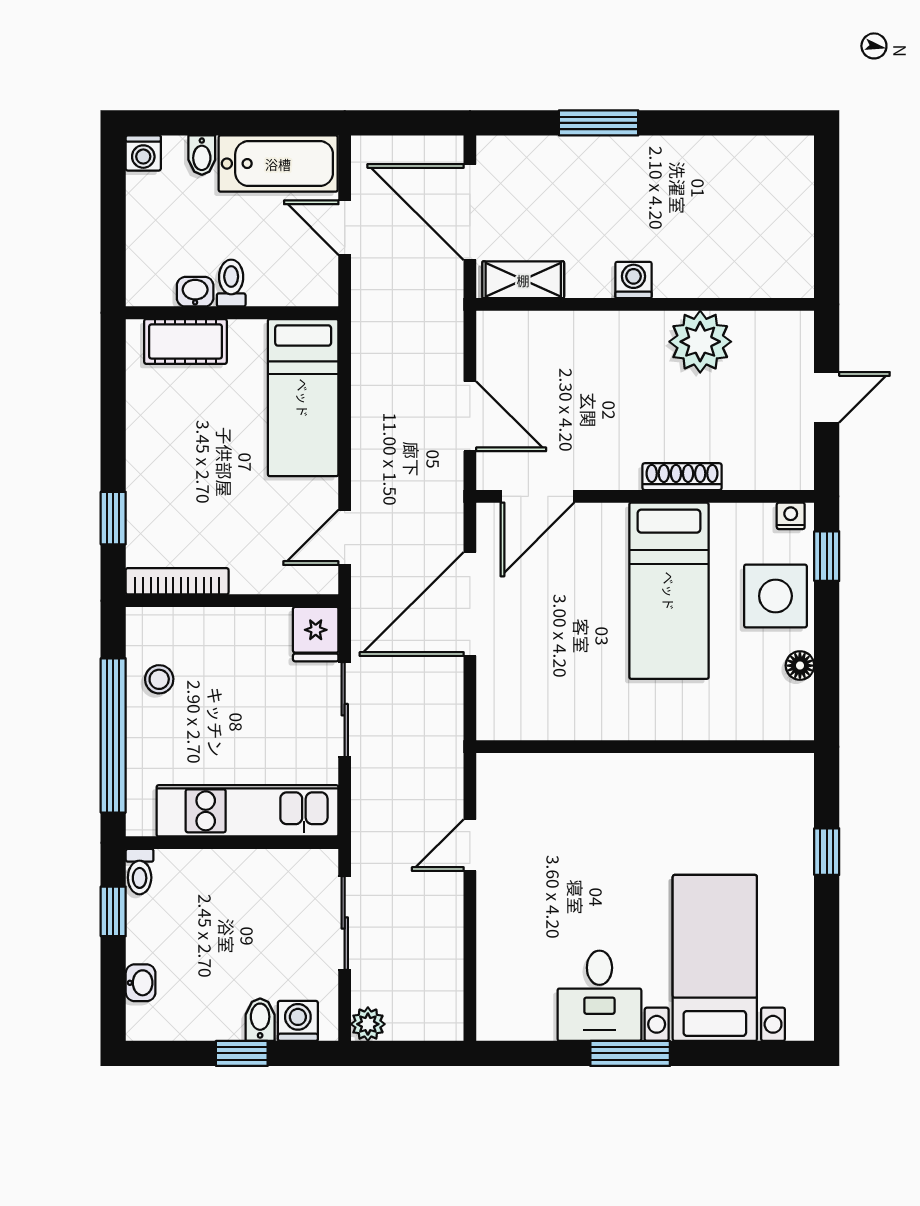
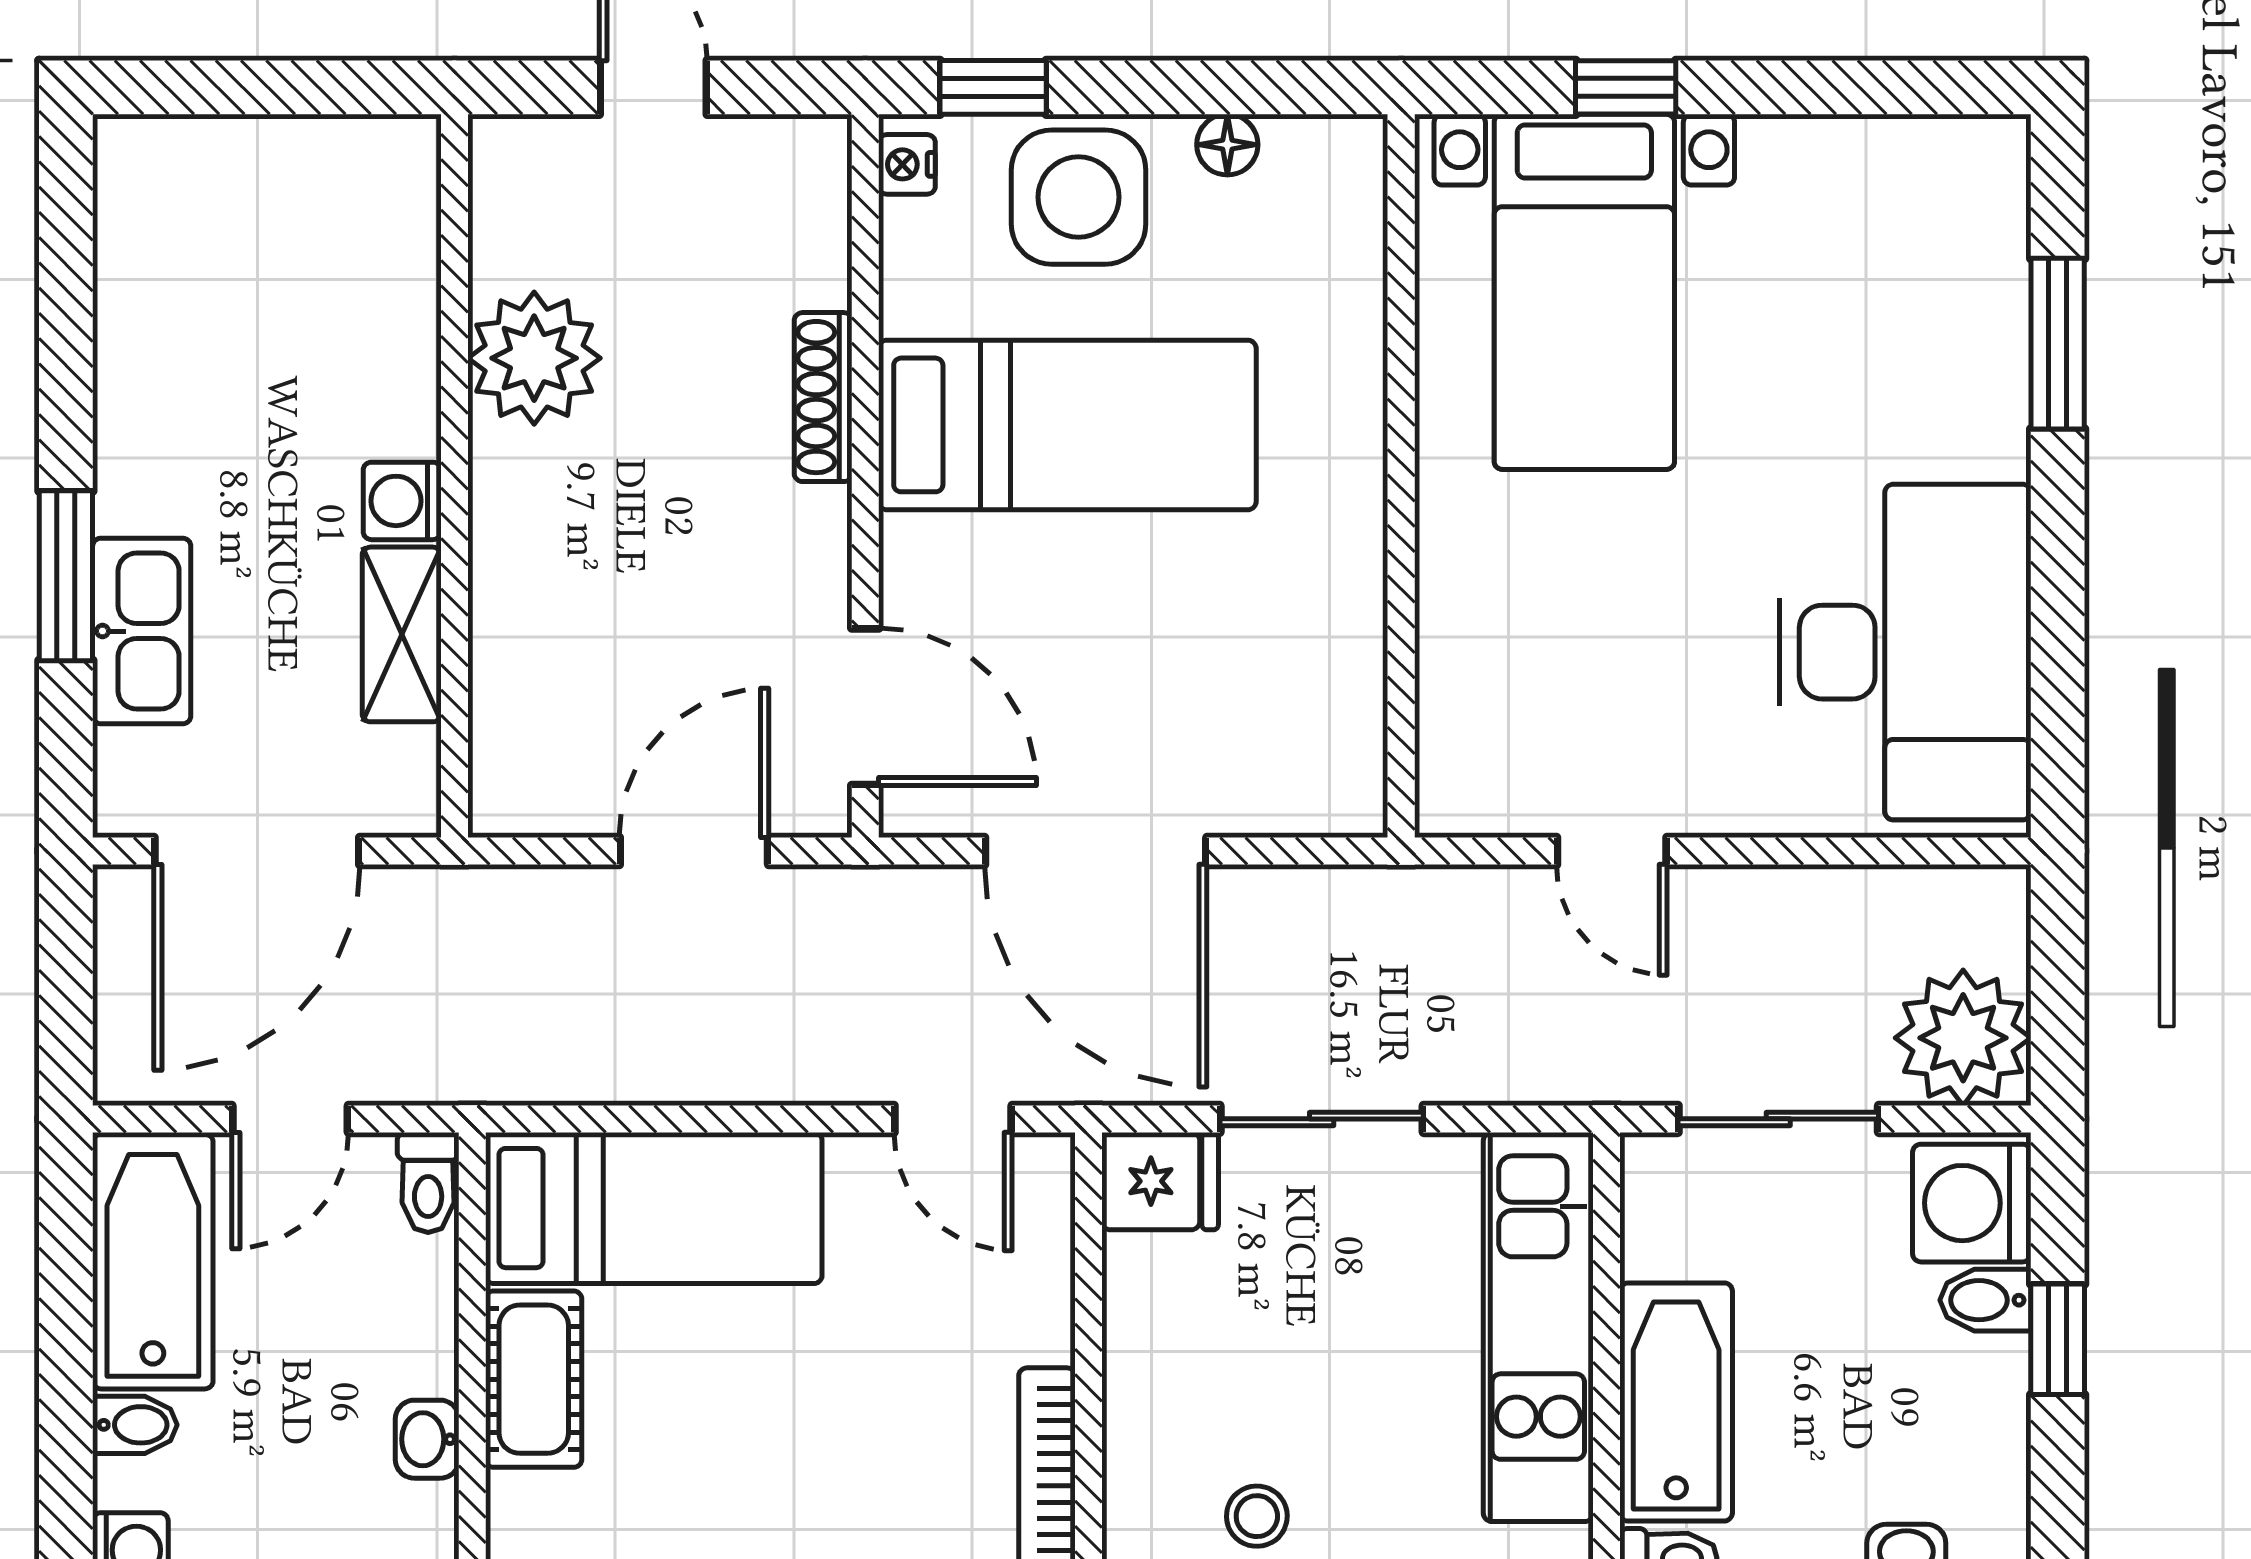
kitchen sink: (573, 158) -> (142, 631), added
shelving: (523, 280) -> (402, 634), moved
toilet: (231, 283) -> (428, 1183), moved, turned -90
cot: (185, 341) -> (534, 1379), moved
bathtub: (213, 875) -> (1676, 1402), added
bed with nightstands: (715, 958) -> (1584, 292), moved, turned -90
desk: (599, 996) -> (1905, 652), width x1.87, depth x1.30
washing machine: (298, 1021) -> (1972, 1203), width x1.38, depth x1.38
plant: (368, 1024) -> (1963, 1038), width x1.87, depth x1.87
window: (630, 1053) -> (2058, 344), moved

